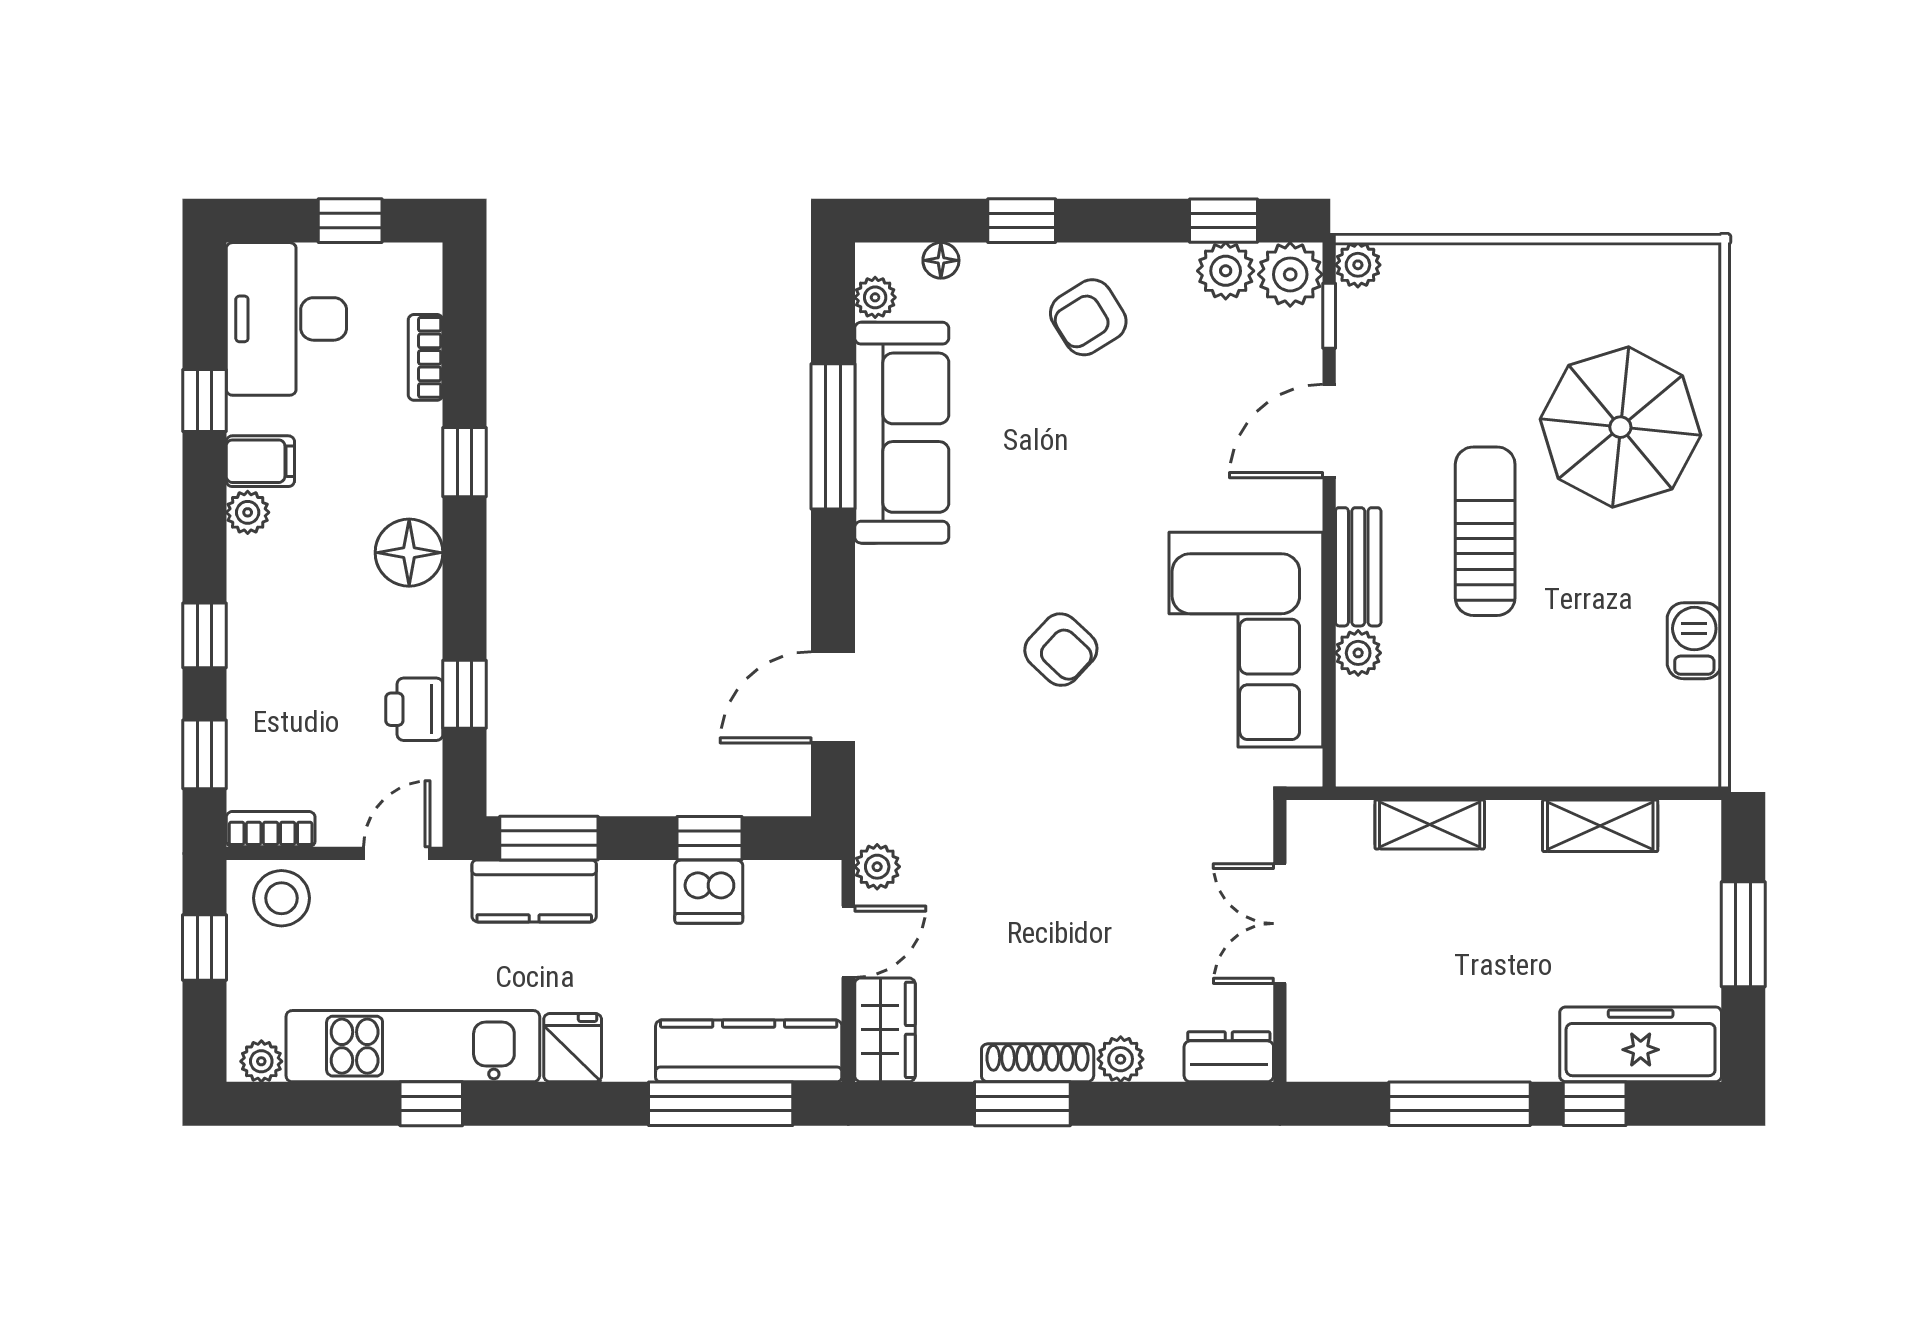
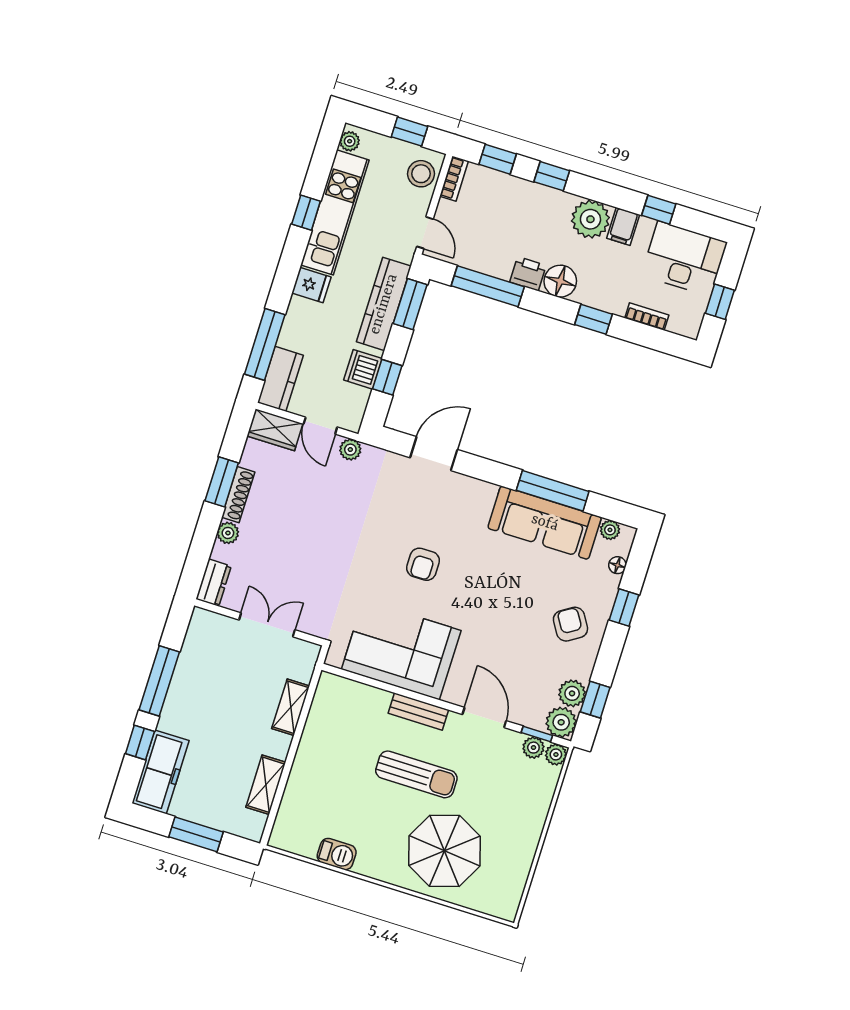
plant: (248, 512) -> (590, 219), width x1.87, depth x1.87
armchair: (1061, 650) -> (423, 564), turned -43
plant: (1358, 653) -> (533, 748), moved
window: (465, 694) -> (488, 286), width x2.17
door: (833, 697) -> (434, 454), hinge flipped
printer: (414, 709) -> (528, 274), moved
kitchen counter: (534, 891) -> (384, 304), width x1.50
kitchen counter: (749, 1051) -> (280, 379), width x0.67

